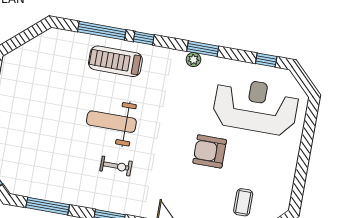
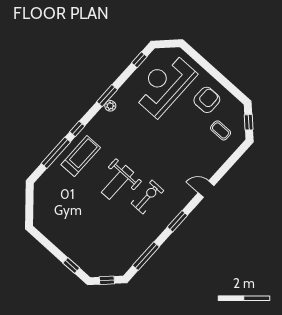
treadmill: (115, 61) -> (81, 156), turned 180
armchair: (210, 151) -> (207, 100), moved, turned 180
exercise bike: (116, 166) -> (147, 197), width x1.38, depth x1.39

